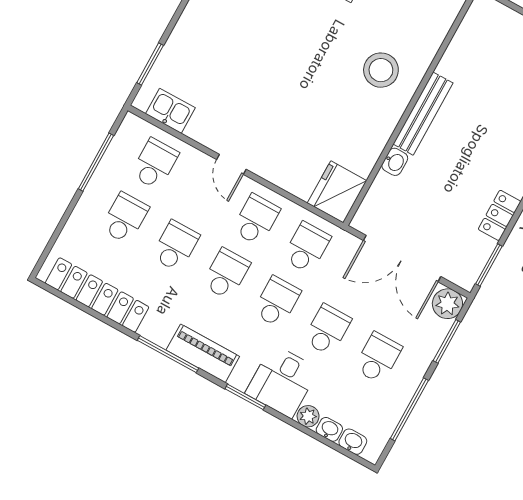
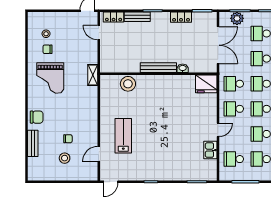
stool: (381, 70) -> (128, 84), moved
kitchen sink: (170, 111) -> (210, 150), moved
plant: (447, 304) -> (237, 18), moved

